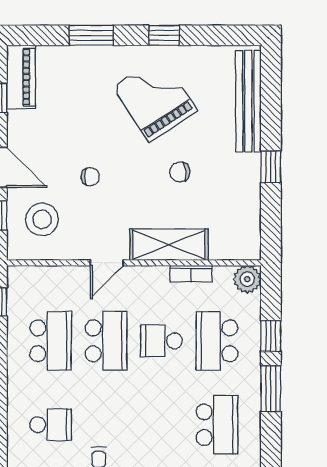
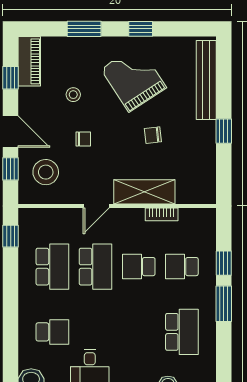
stool: (77, 120) -> (73, 95), added
plant: (247, 279) -> (205, 219), removed
school desk: (217, 341) -> (182, 267), width x0.54

